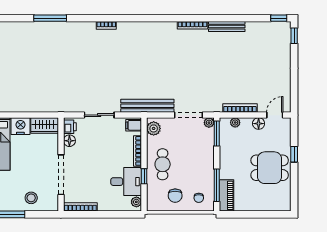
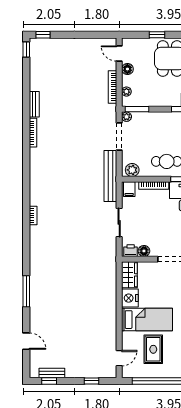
window: (50, 18) -> (26, 291), moved
bench: (227, 27) -> (34, 104), width x0.73

